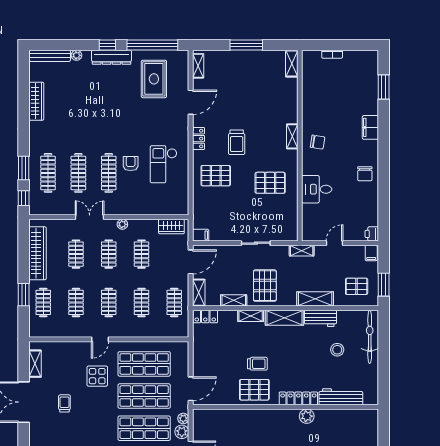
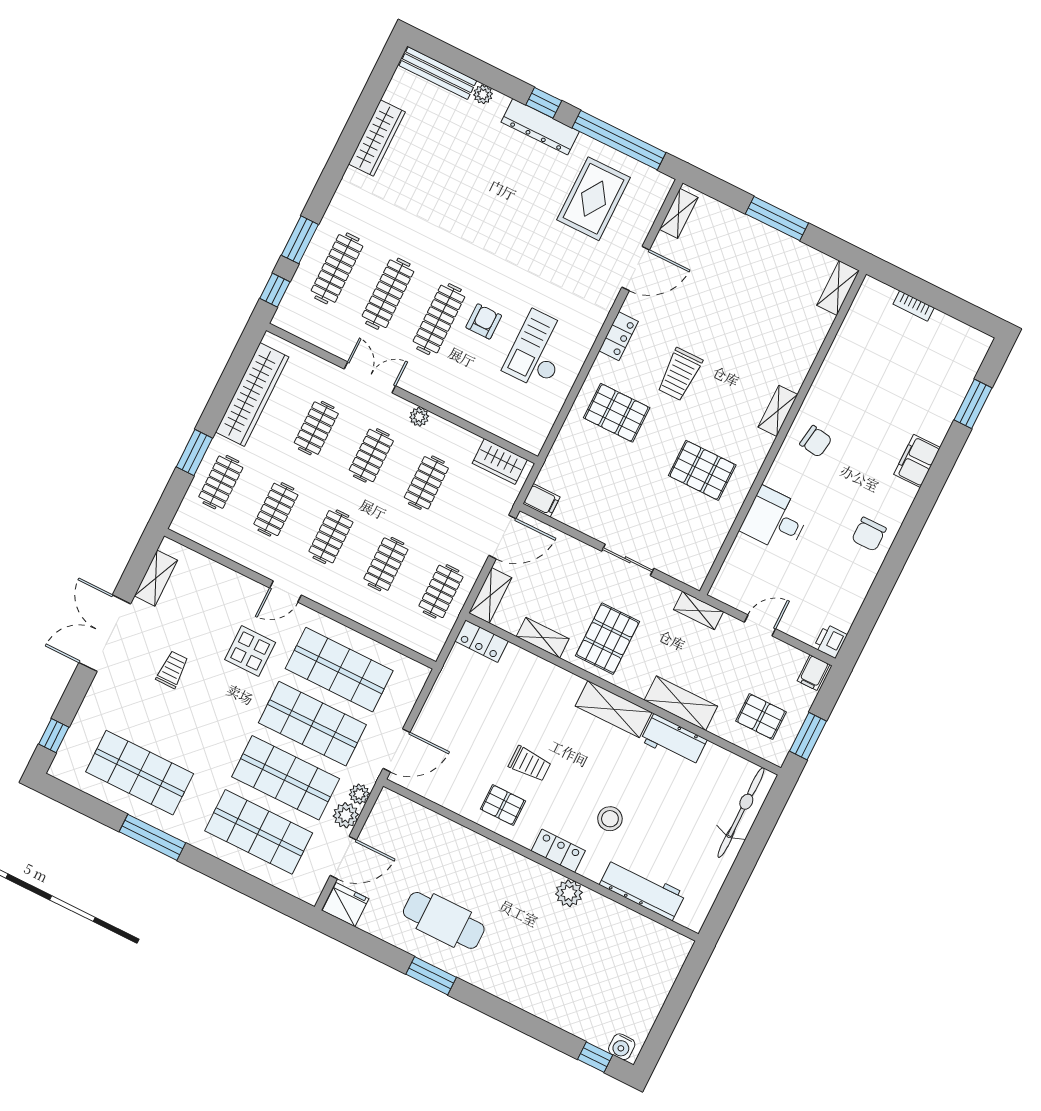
shelving: (251, 316) -> (558, 678), removed
stool: (337, 350) -> (610, 819), moved
pallet: (254, 390) -> (503, 805), width x0.67, depth x0.71
locker: (298, 398) -> (558, 851), width x0.66

